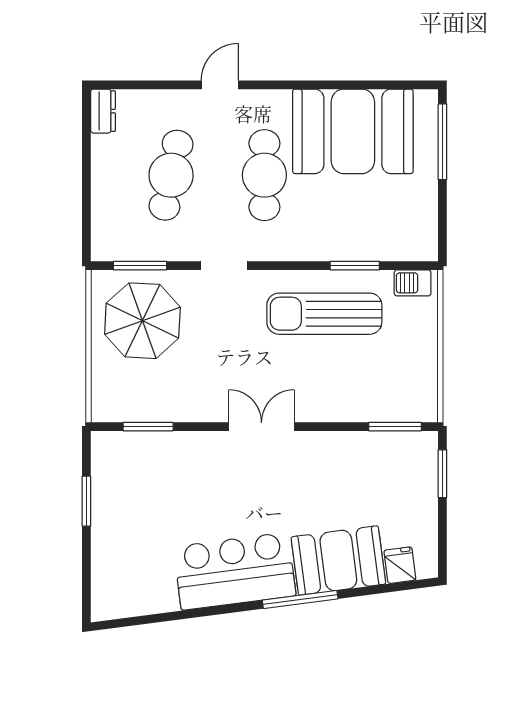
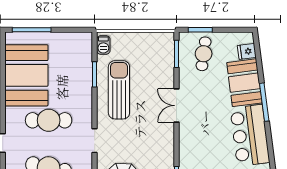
sun lounger: (324, 314) -> (119, 90), turned 180
double door: (261, 427) -> (176, 106), moved
cafe table: (395, 480) -> (204, 54), added

